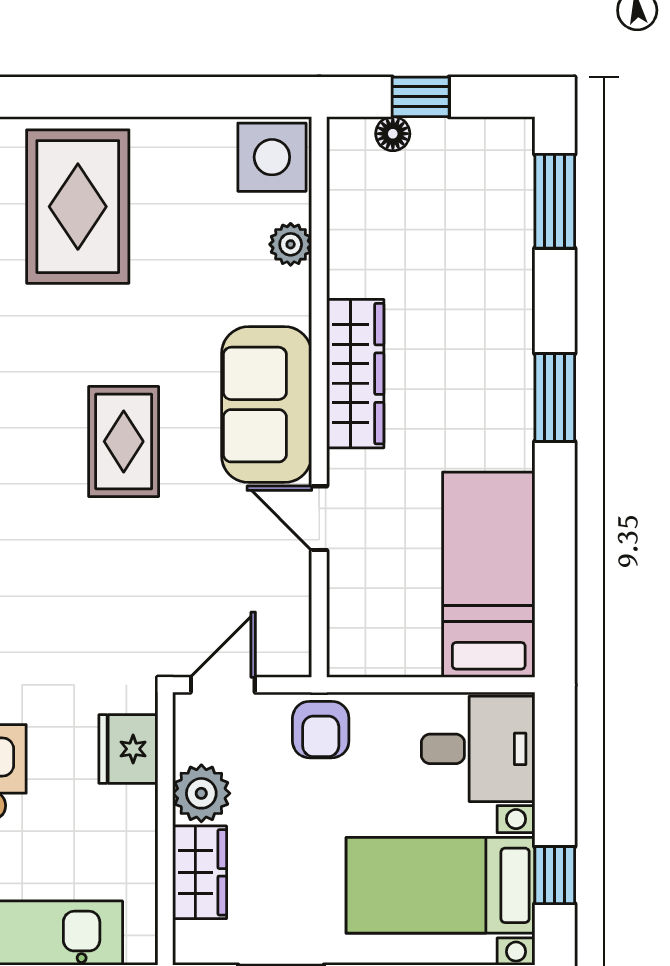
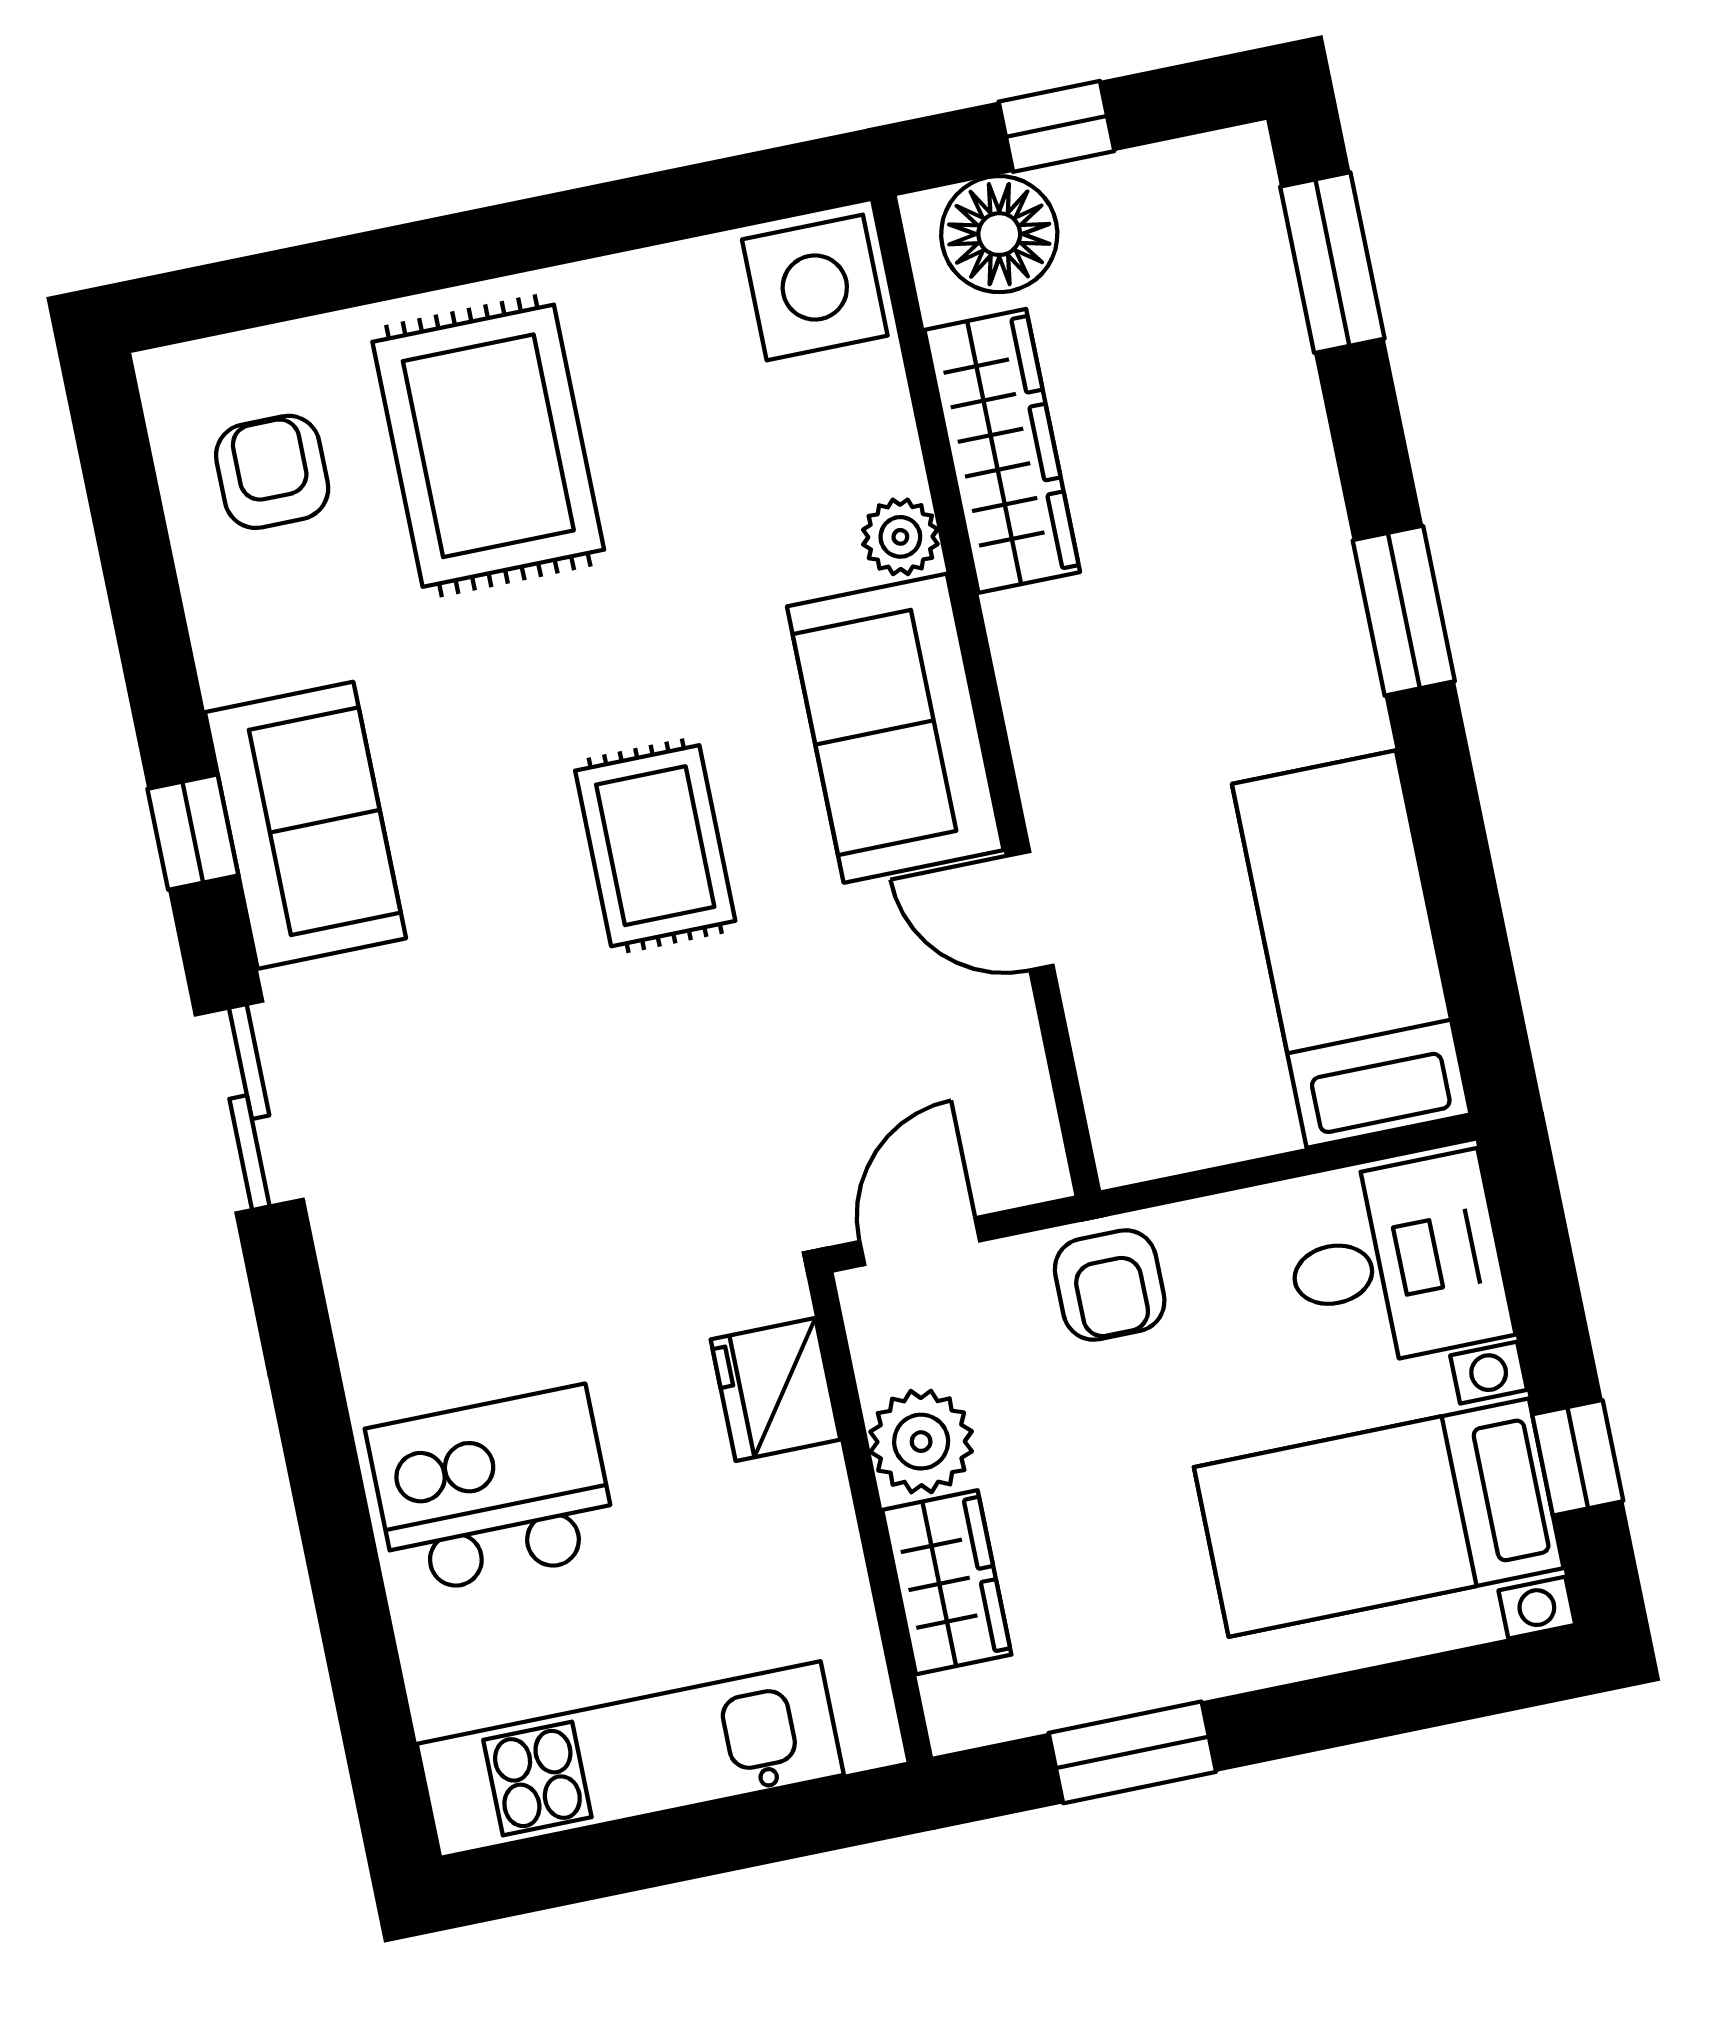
floor lamp: (393, 134) -> (999, 234), width x1.89, depth x1.89
plant: (291, 244) -> (900, 537), moved
wardrobe: (355, 374) -> (1002, 451), moved

